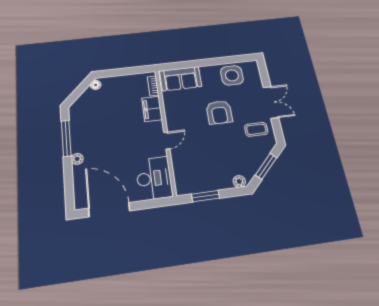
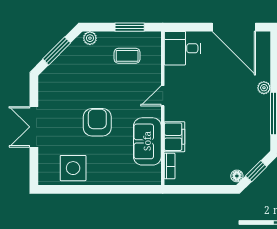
sofa: (181, 79) -> (147, 141), moved, turned -90
window: (79, 90) -> (256, 171), added
coffee table: (256, 129) -> (127, 56), moved
desk: (154, 178) -> (183, 48), width x0.73

